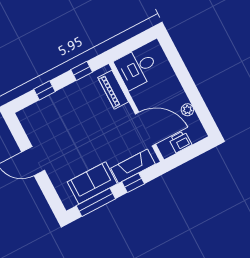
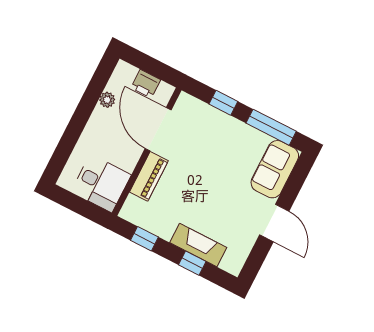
piano: (113, 90) -> (149, 176), moved
fireplace: (133, 166) -> (198, 245), moved, turned 180
sofa: (92, 183) -> (275, 169), moved, turned 90

